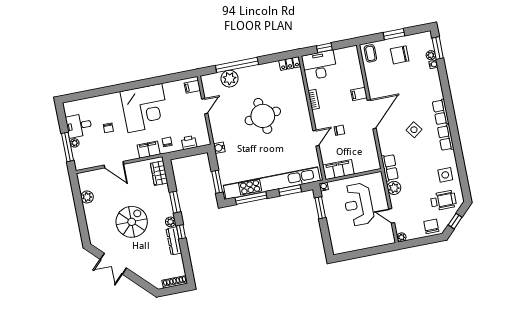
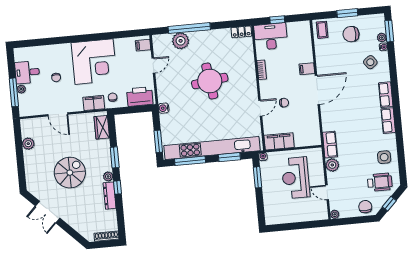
side table: (414, 130) -> (370, 62), moved
printer: (189, 143) -> (140, 97), width x1.87, depth x1.48

